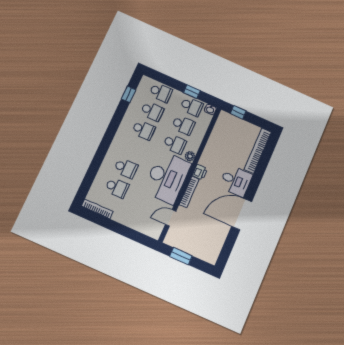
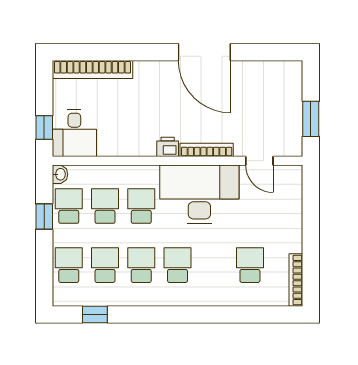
plant: (190, 156) -> (150, 173), removed
school desk: (126, 168) -> (177, 265), moved
desk: (236, 181) -> (74, 133), moved, turned 180

